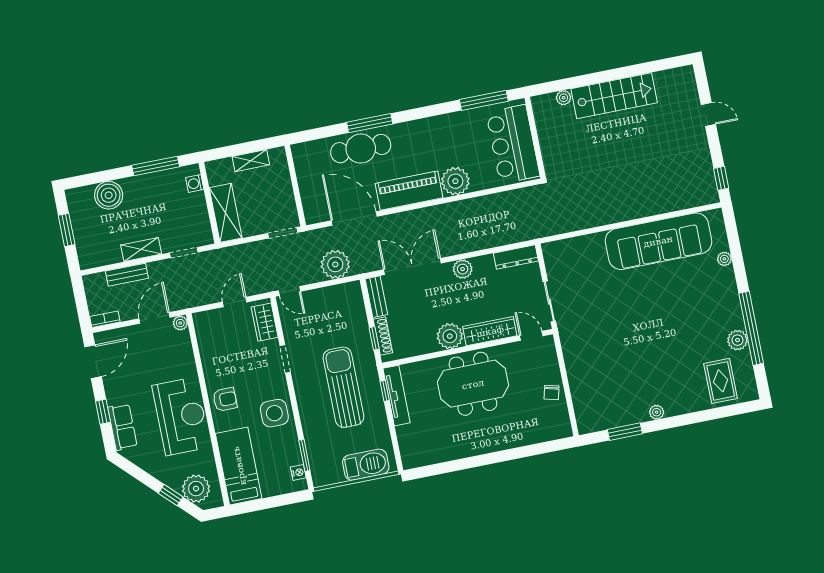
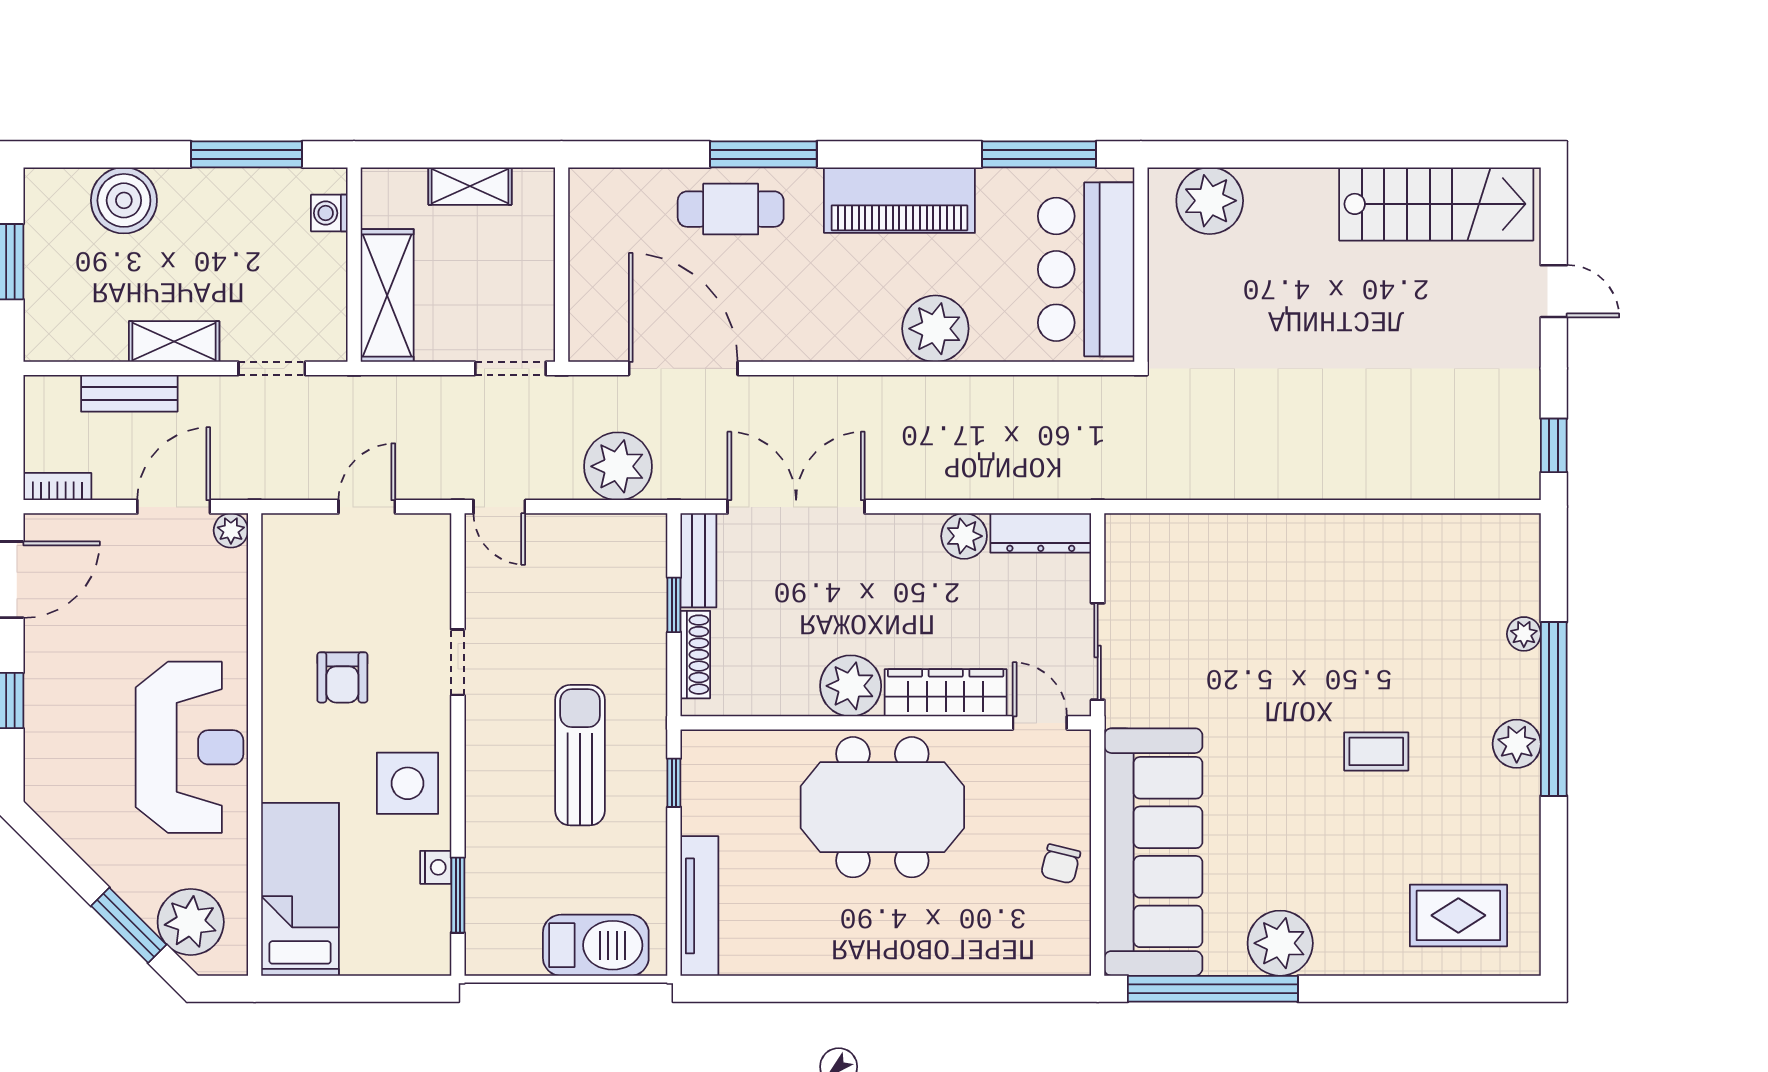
stairs: (614, 96) -> (1436, 204), moved
plant: (564, 98) -> (1210, 201), width x1.87, depth x1.87
cafe table: (361, 149) -> (731, 209), width x0.73, depth x0.74
piano: (409, 191) -> (899, 200), moved, turned 180
sofa: (658, 241) -> (1153, 852), moved, turned -90
plant: (463, 269) -> (964, 536), moved
coffee table: (673, 320) -> (1376, 751), added
wardrobe: (265, 322) -> (427, 567), removed
window: (751, 328) -> (1554, 709), moved
window: (374, 338) -> (674, 605), moved
plant: (738, 340) -> (1517, 744), moved
rug: (721, 381) -> (1458, 915), turned 90
sun lounger: (343, 387) -> (580, 755), width x0.73, depth x0.75
tv unit: (397, 396) -> (699, 906), moved
armchair: (225, 399) -> (342, 677), moved, turned 90
plant: (657, 412) -> (1280, 943), width x1.87, depth x1.87
row of seats: (122, 427) -> (49, 745), removed
window: (625, 432) -> (1213, 989), width x2.11
nightstand: (298, 472) -> (436, 867), moved
window: (171, 495) -> (129, 925), width x1.50

